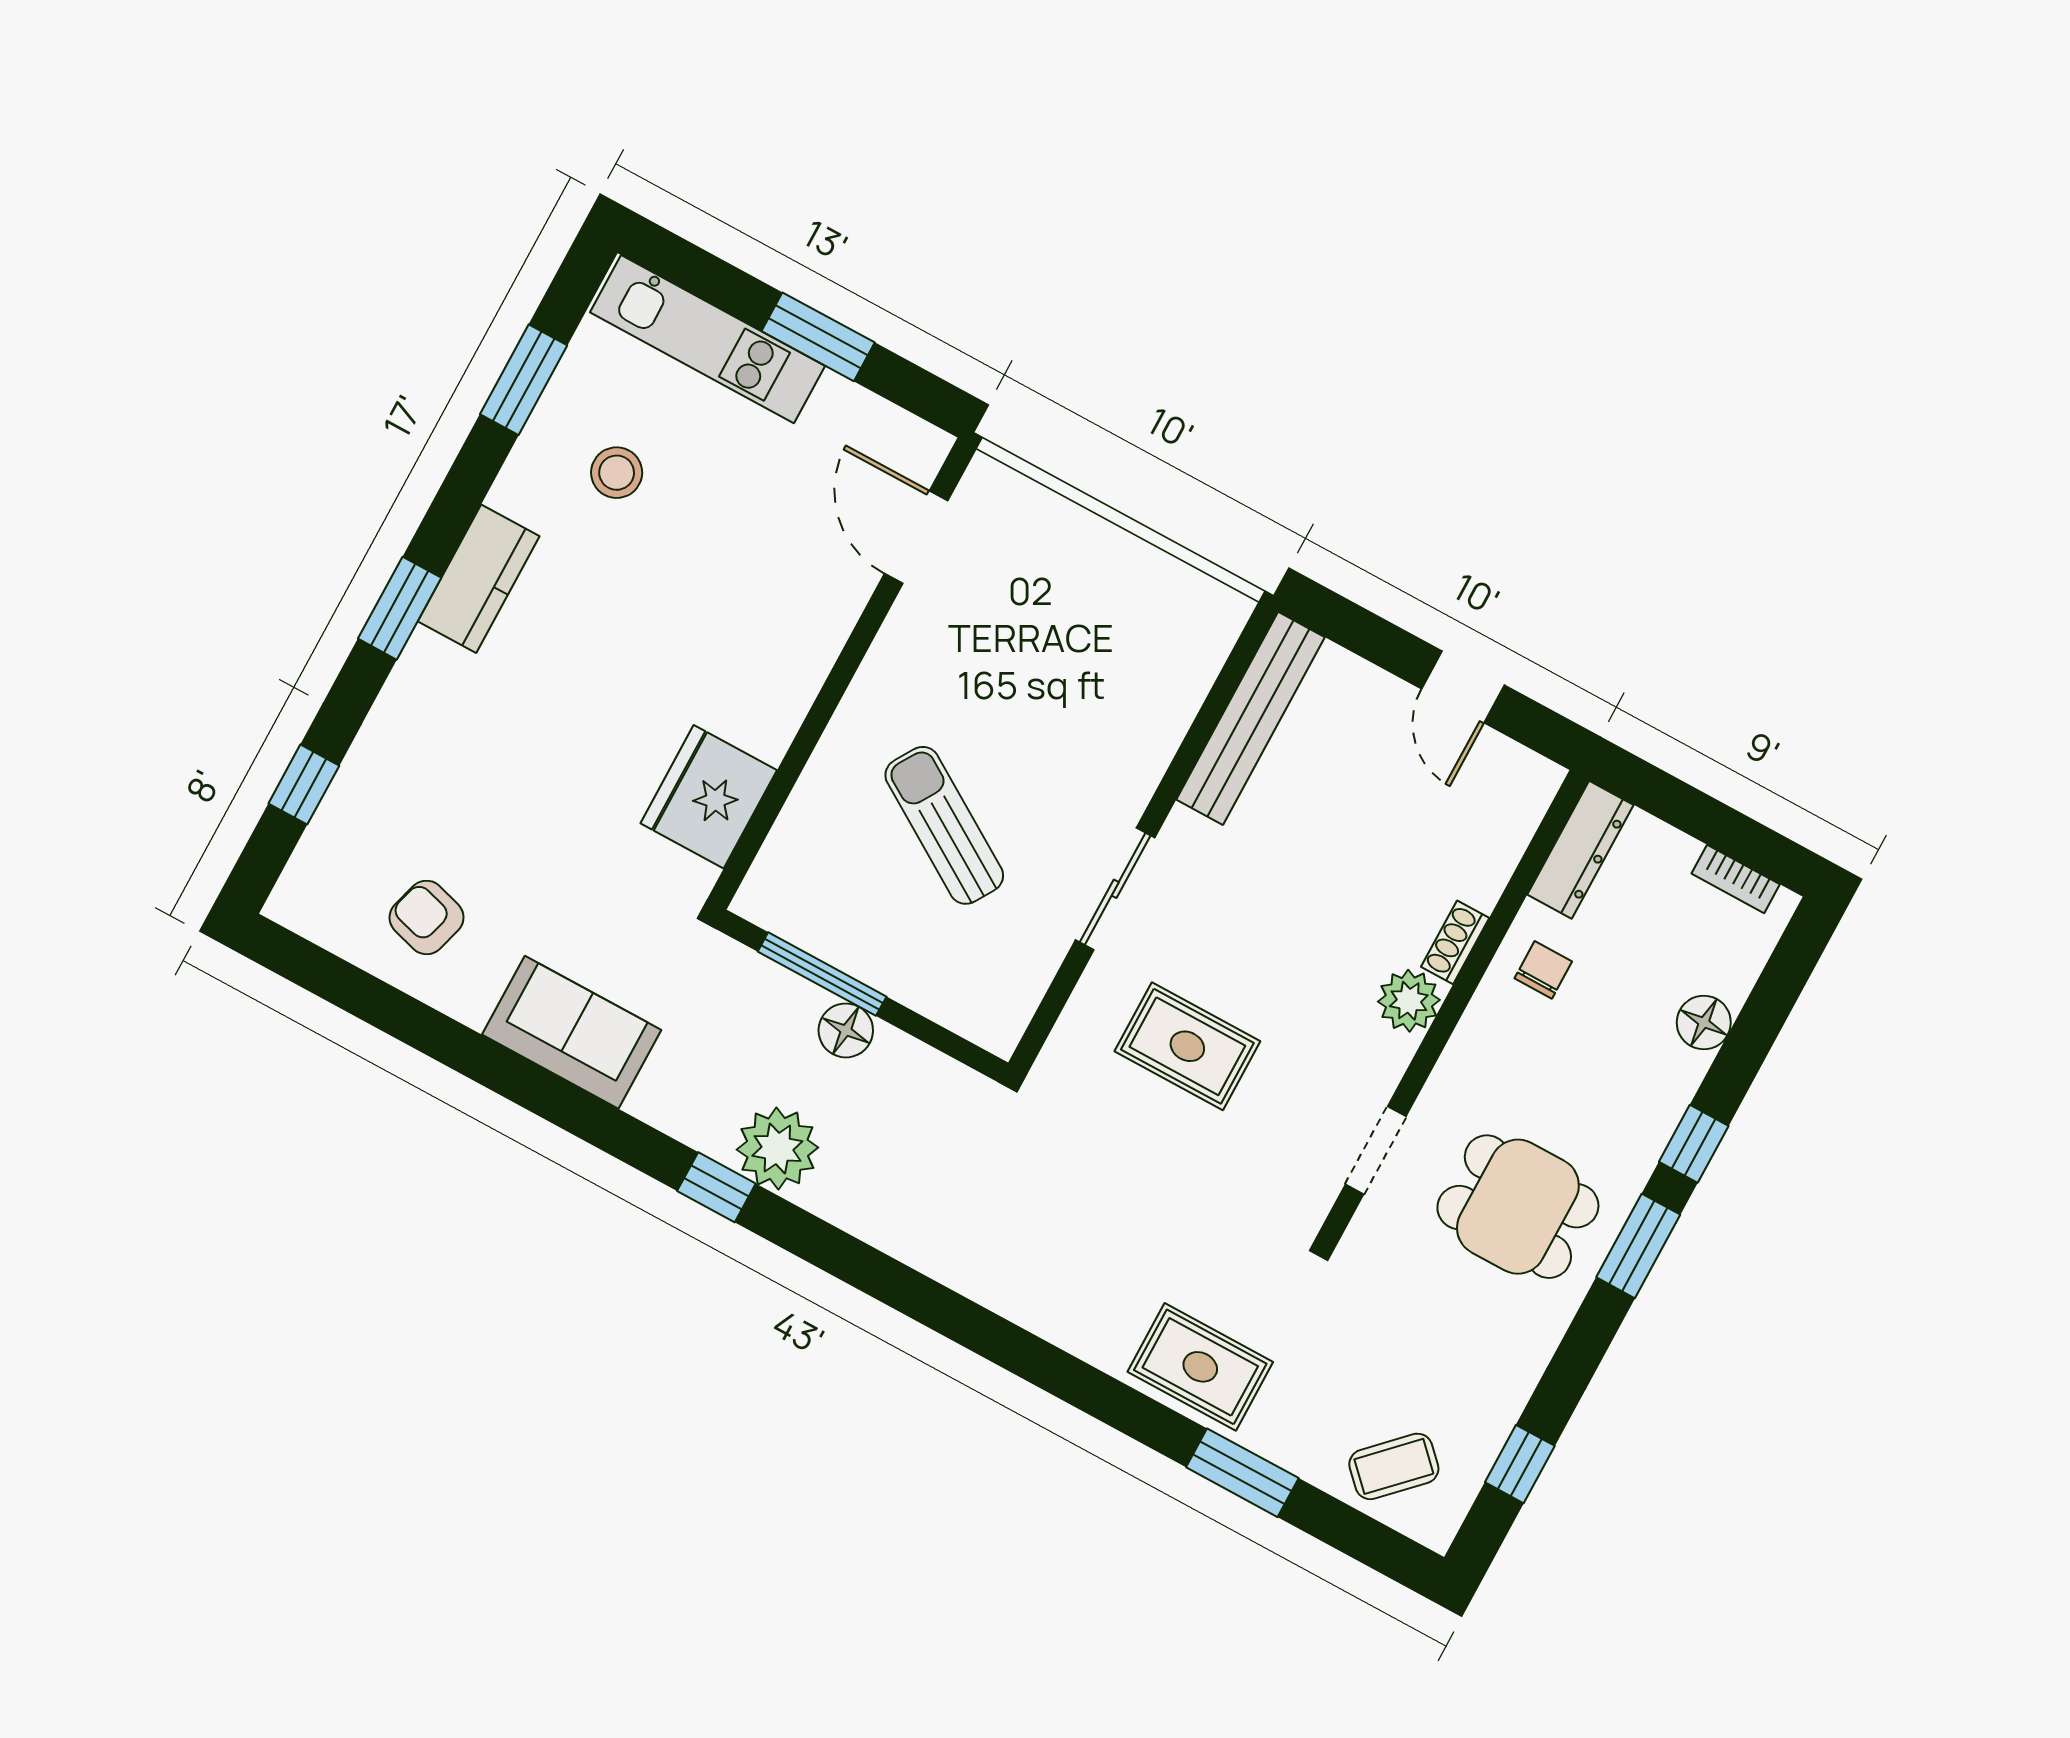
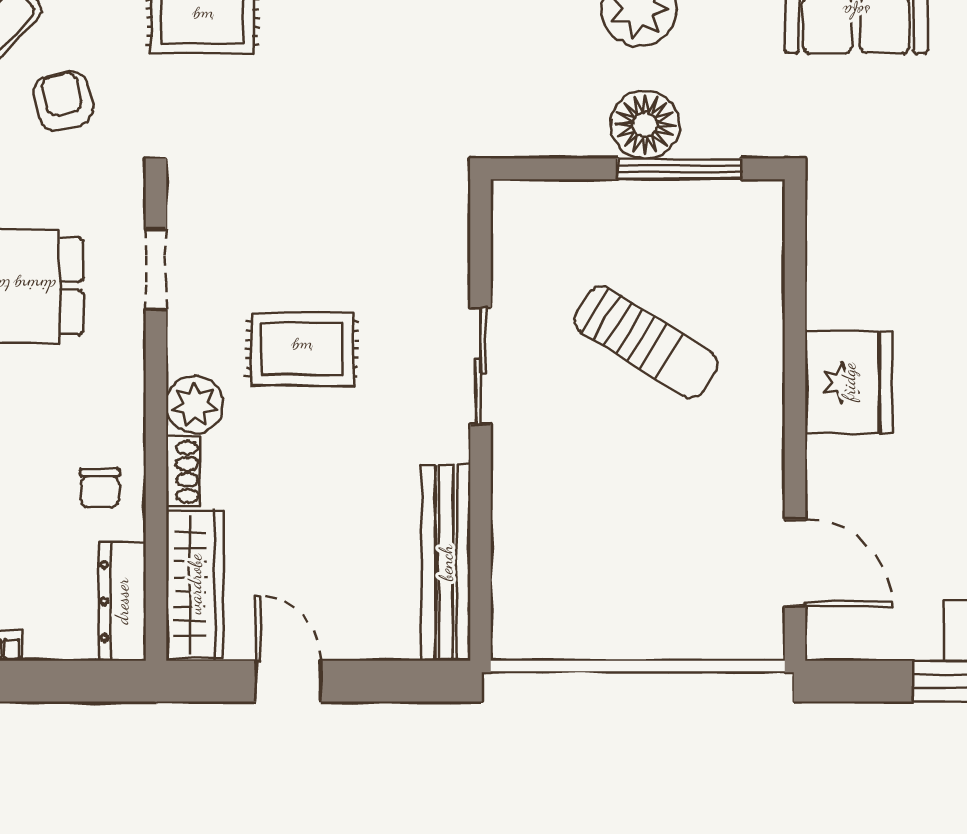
fridge: (709, 797) -> (849, 382), moved
wardrobe: (1502, 828) -> (195, 584), added
floor lamp: (846, 1030) -> (645, 125), width x1.38, depth x1.38
rug: (1187, 1046) -> (302, 349), moved
armchair: (1377, 1360) -> (63, 101), added

